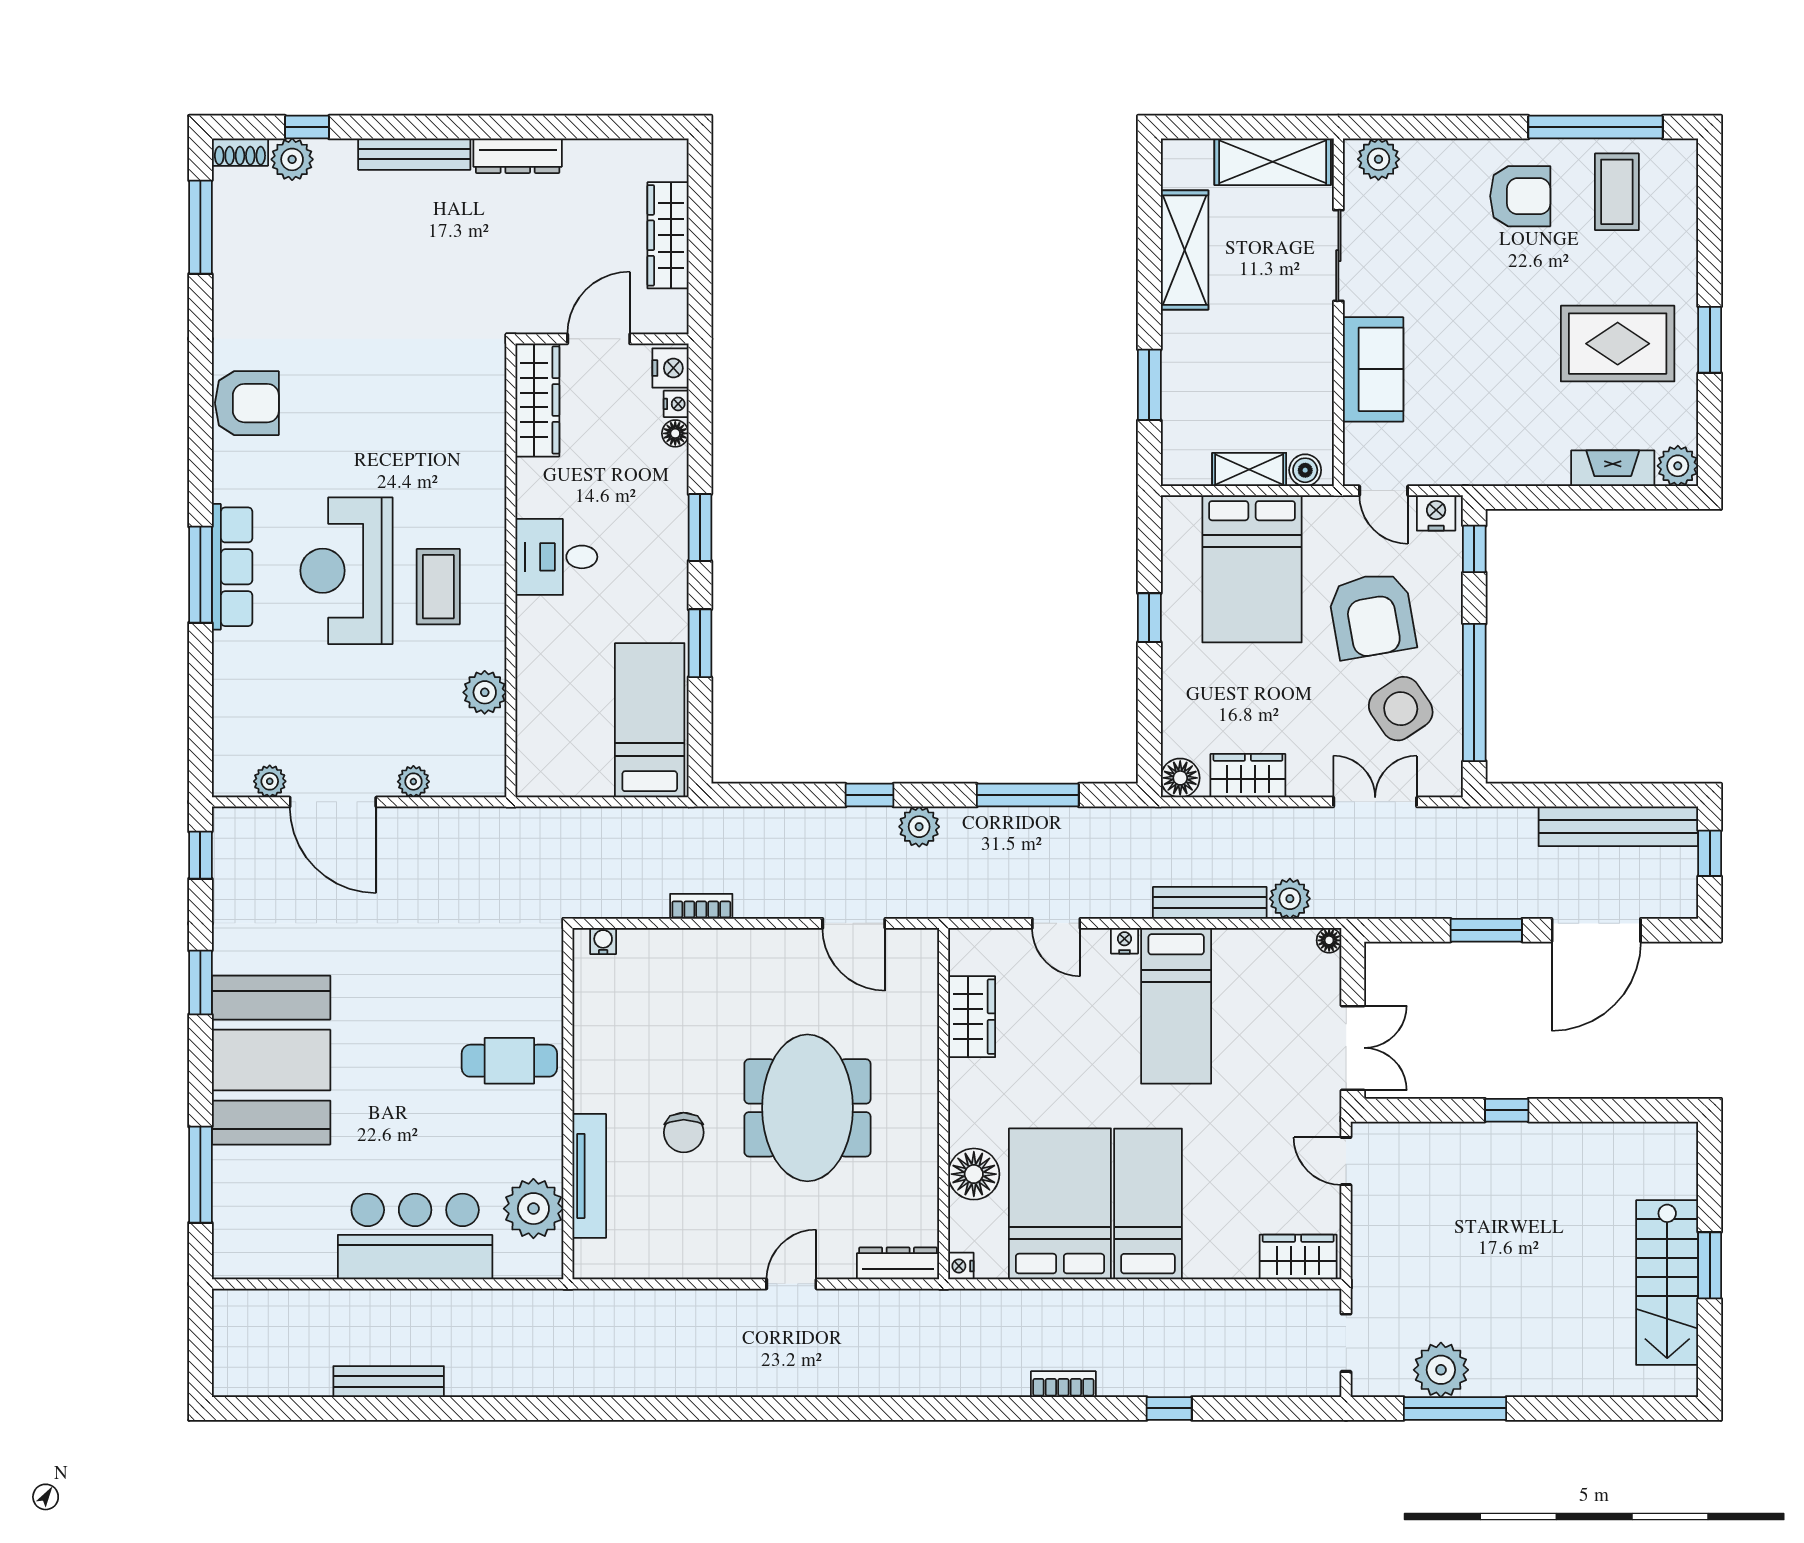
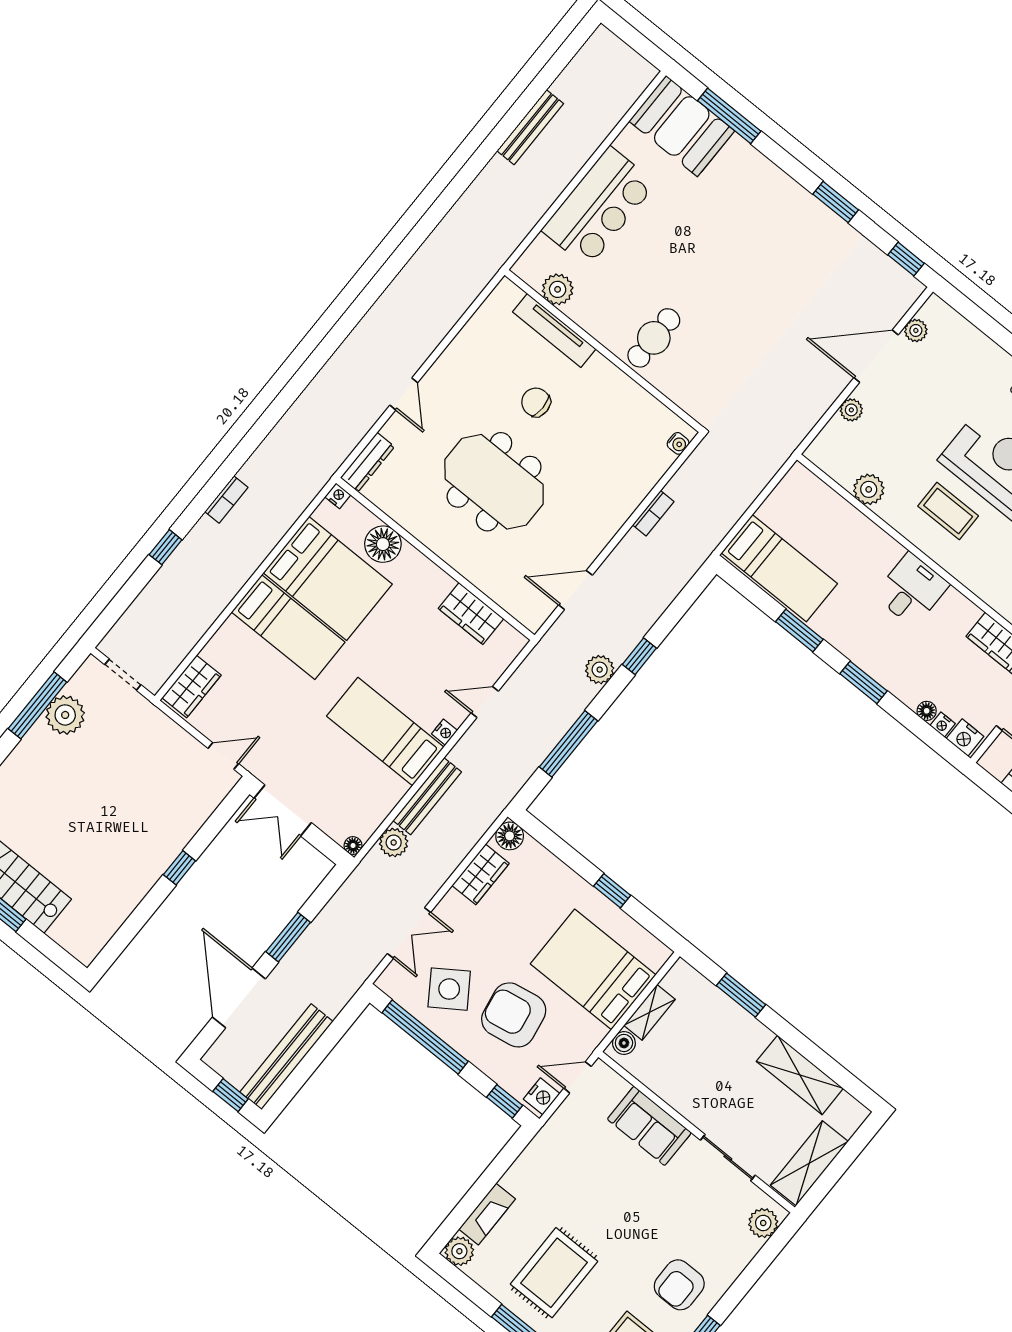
booth: (271, 1060) -> (682, 126), moved, width x0.73, depth x0.70
plant: (533, 1209) -> (558, 289), width x0.73, depth x0.73

